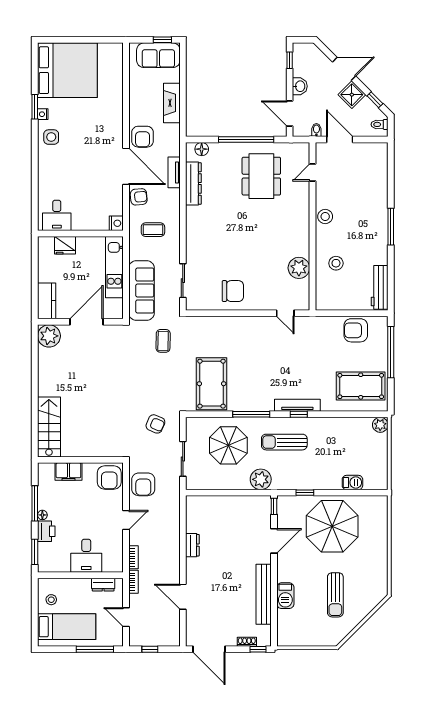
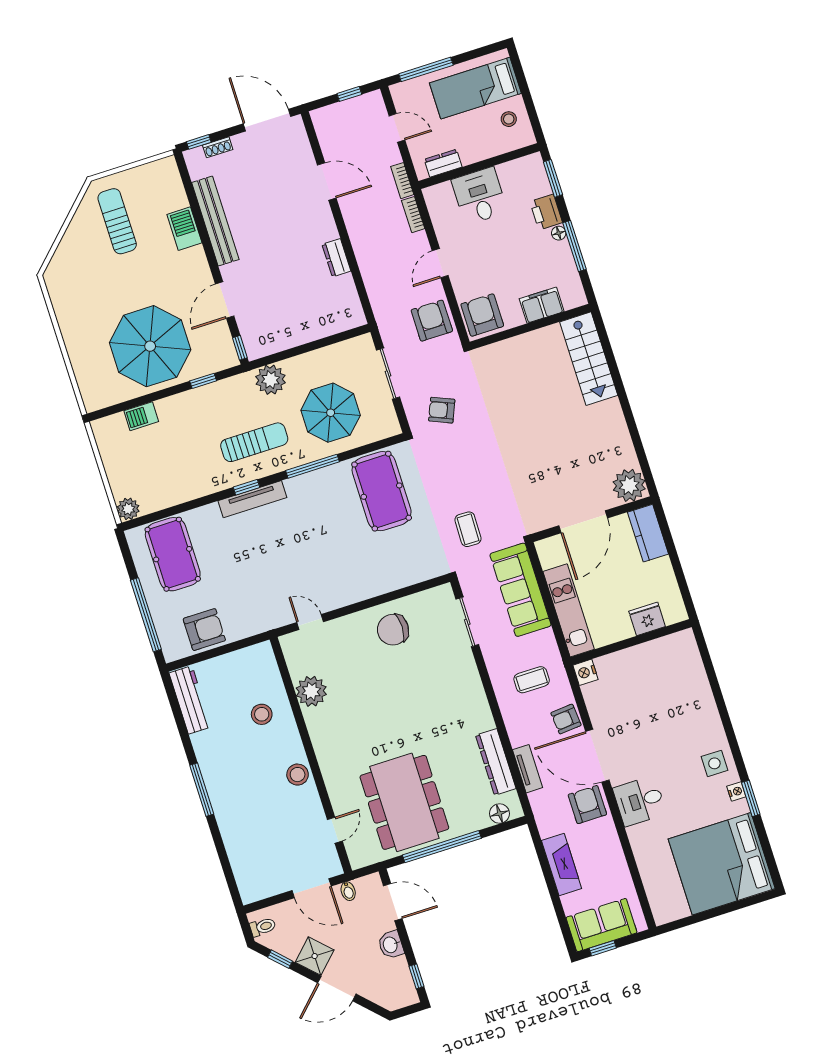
dining table: (261, 176) -> (404, 802), width x1.36, depth x1.24
desk: (57, 215) -> (640, 801), moved, turned -90
pool table: (361, 386) -> (173, 554), turned 90
sun lounger: (335, 595) -> (117, 221), moved

